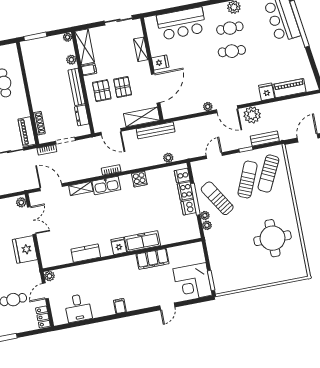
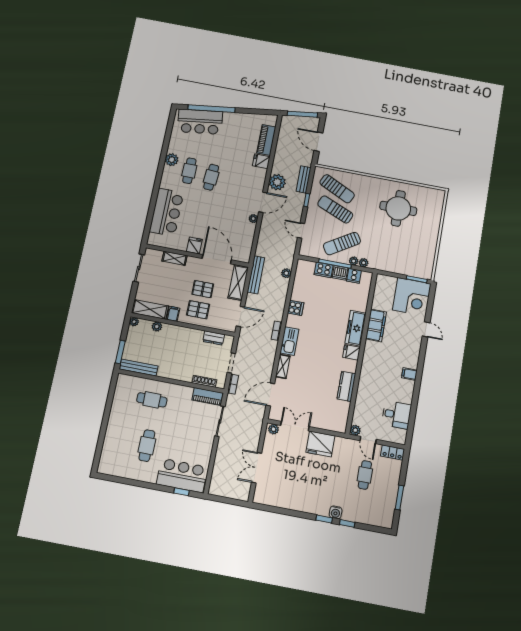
bench: (77, 87) -> (139, 367), moved
cooker: (182, 176) -> (354, 276), moved

